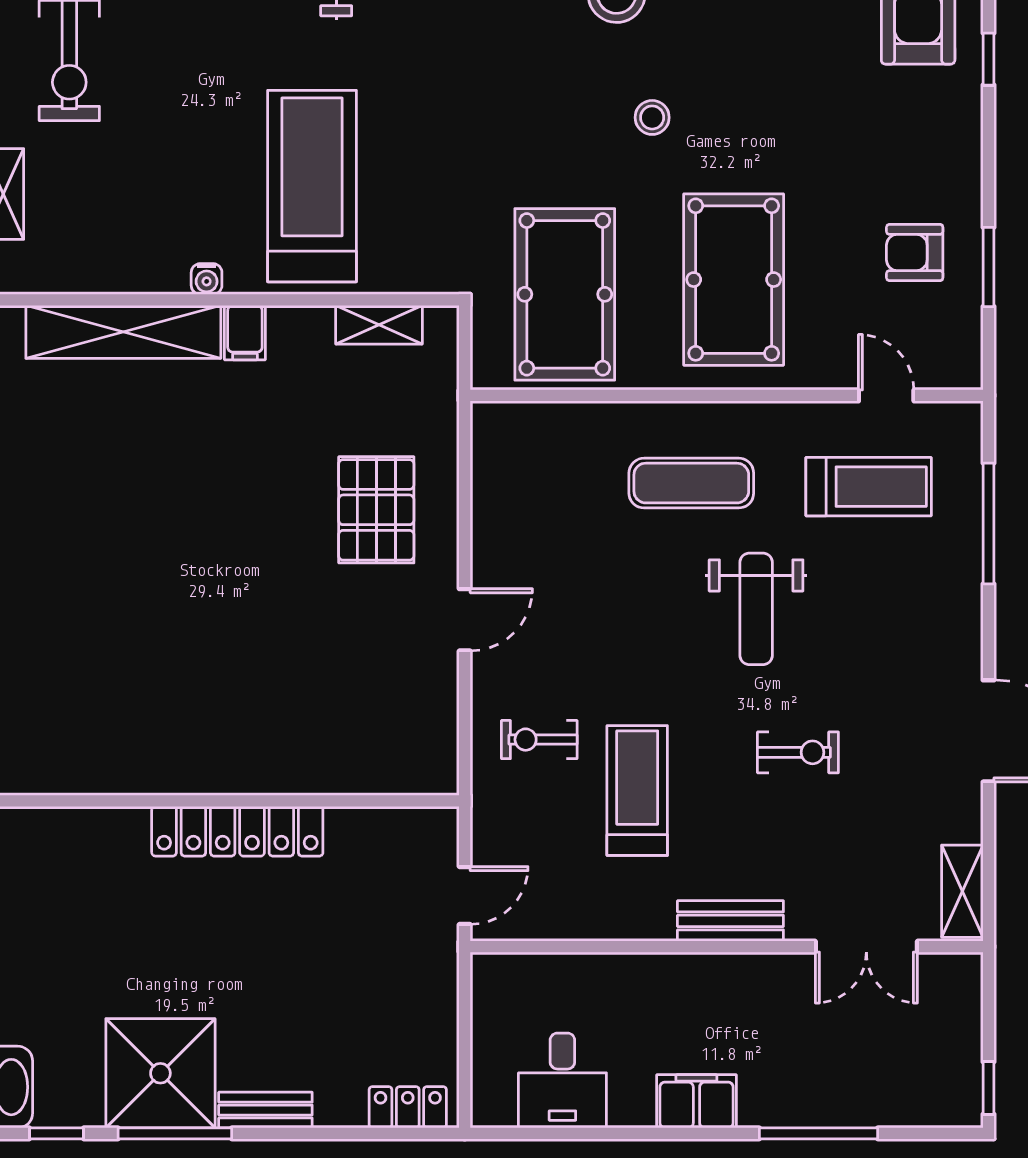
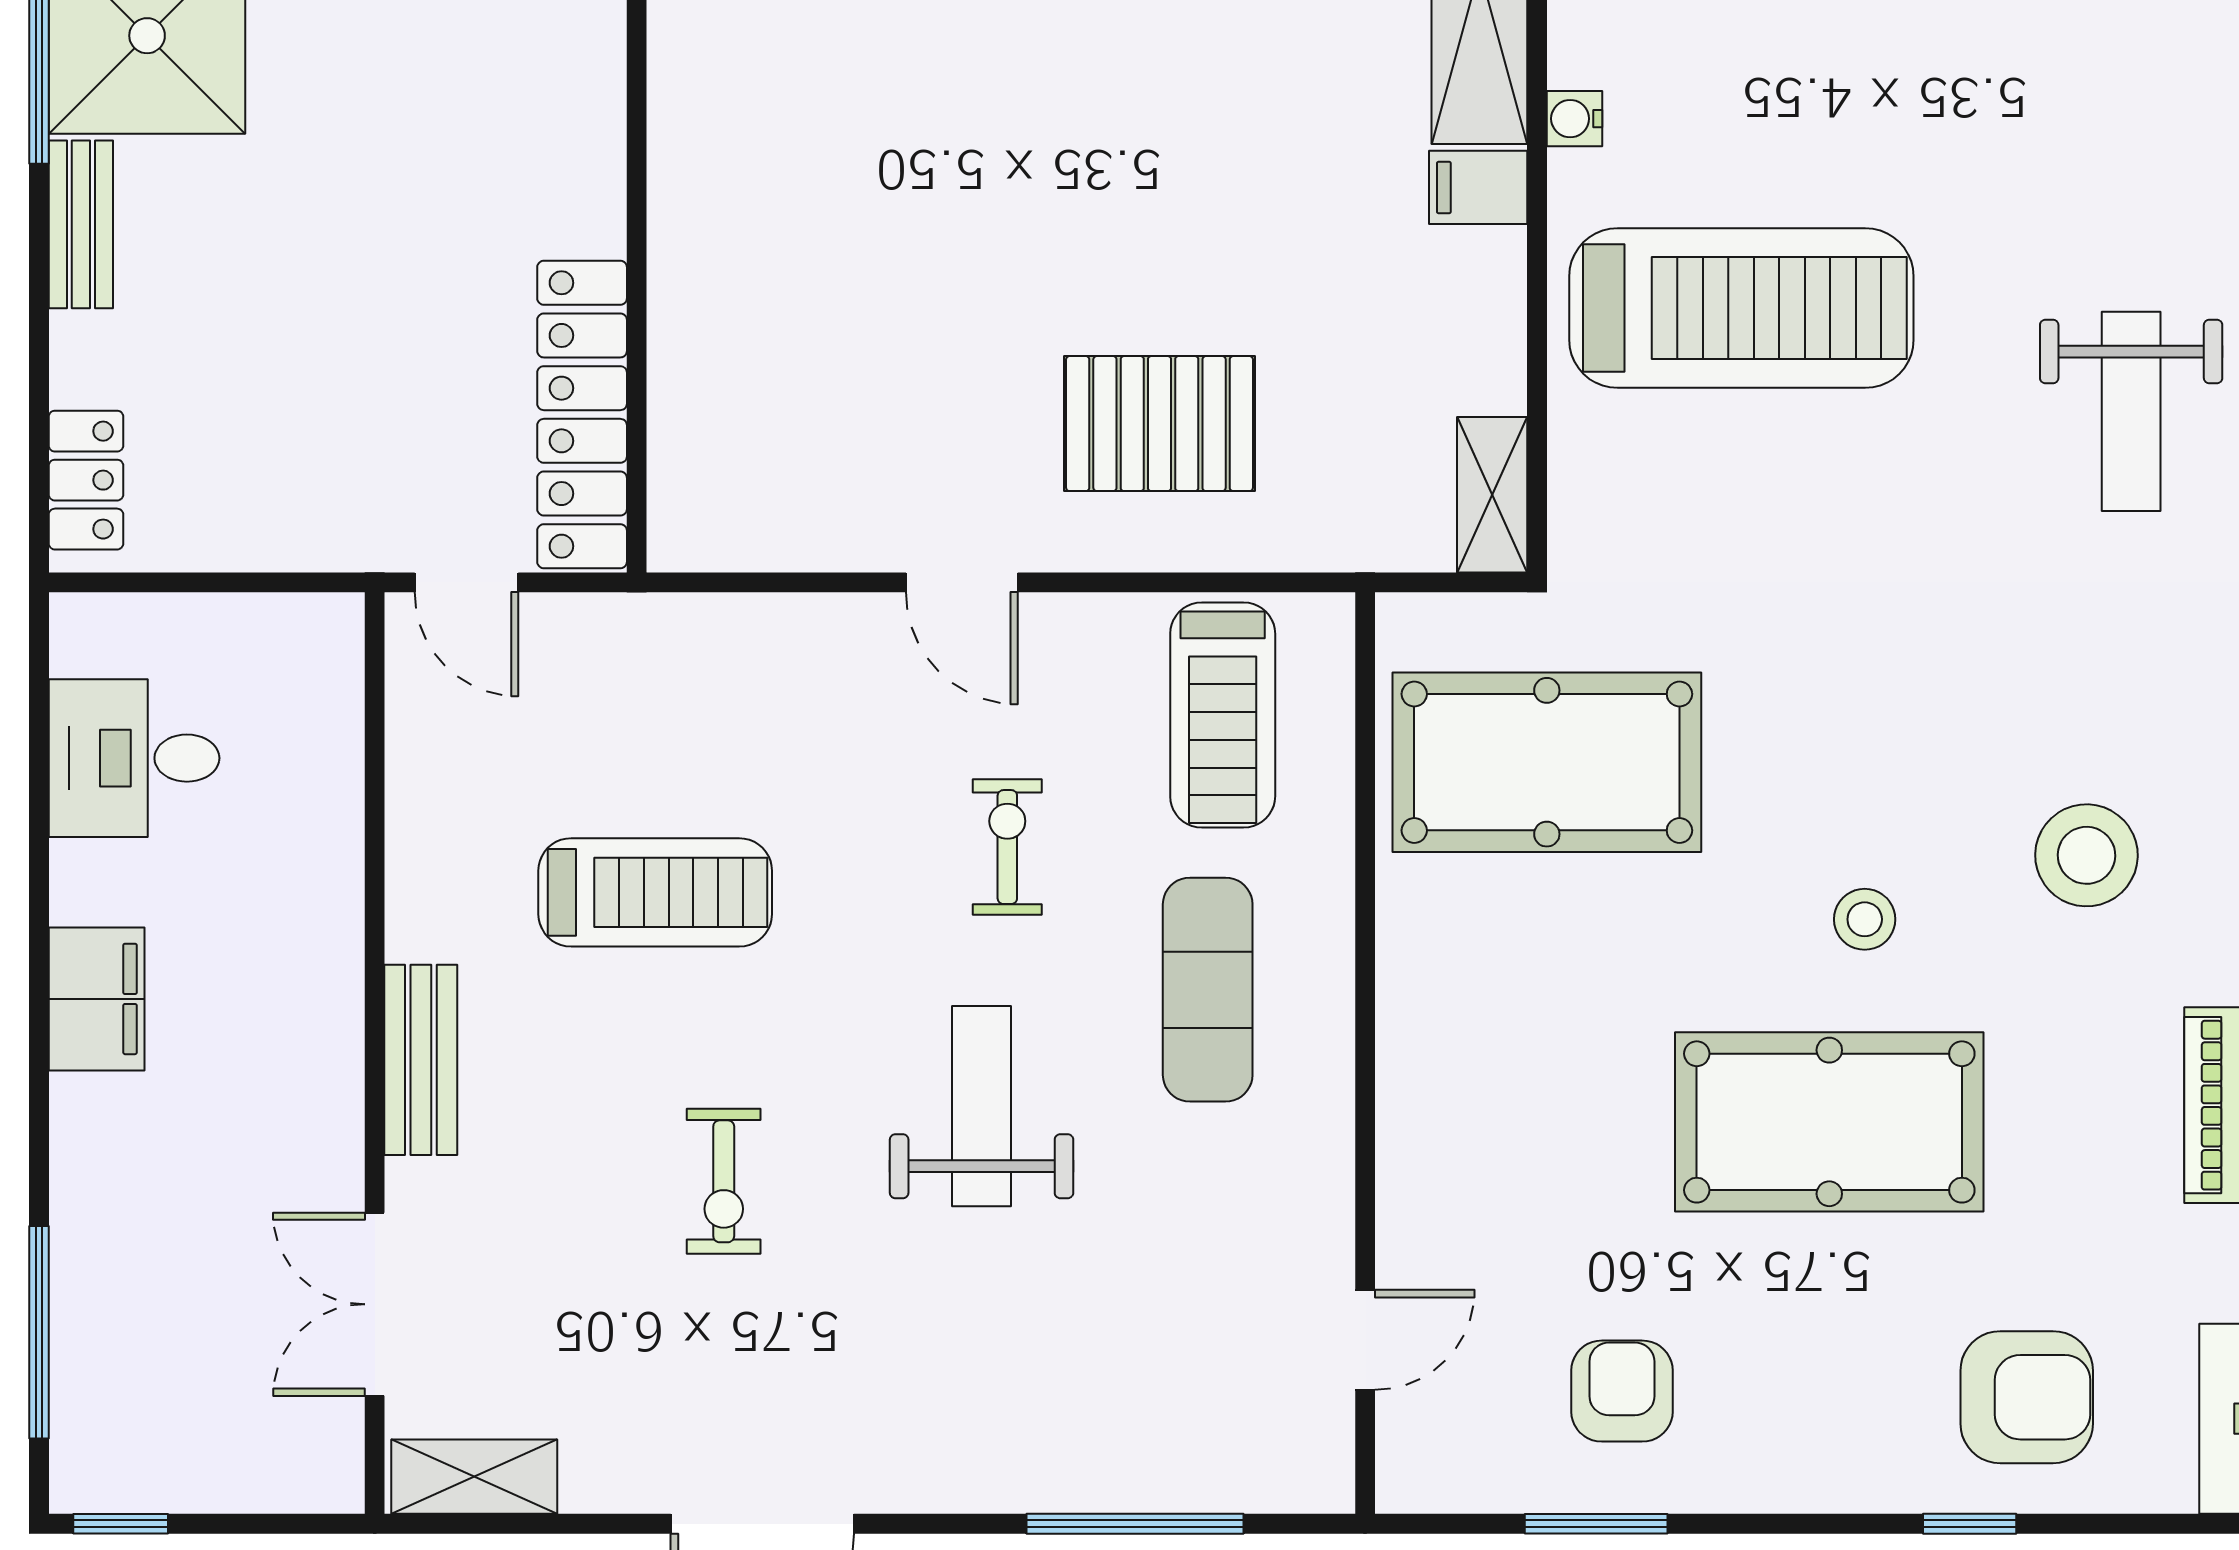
pool table: (734, 280) -> (1829, 1122), moved
shelving: (379, 325) -> (1492, 495), moved
treadmill: (869, 487) -> (1223, 715), moved
weight bench: (756, 609) -> (982, 1106), turned 90
exercise bike: (539, 740) -> (1007, 847), moved
locker: (237, 831) -> (582, 414), moved
window: (818, 1133) -> (39, 1332), moved

